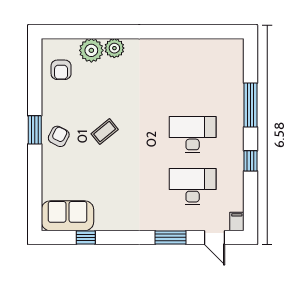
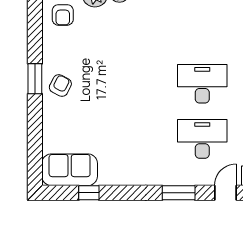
coffee table: (105, 132) -> (109, 80), removed
door: (215, 237) -> (226, 193), swing flipped

